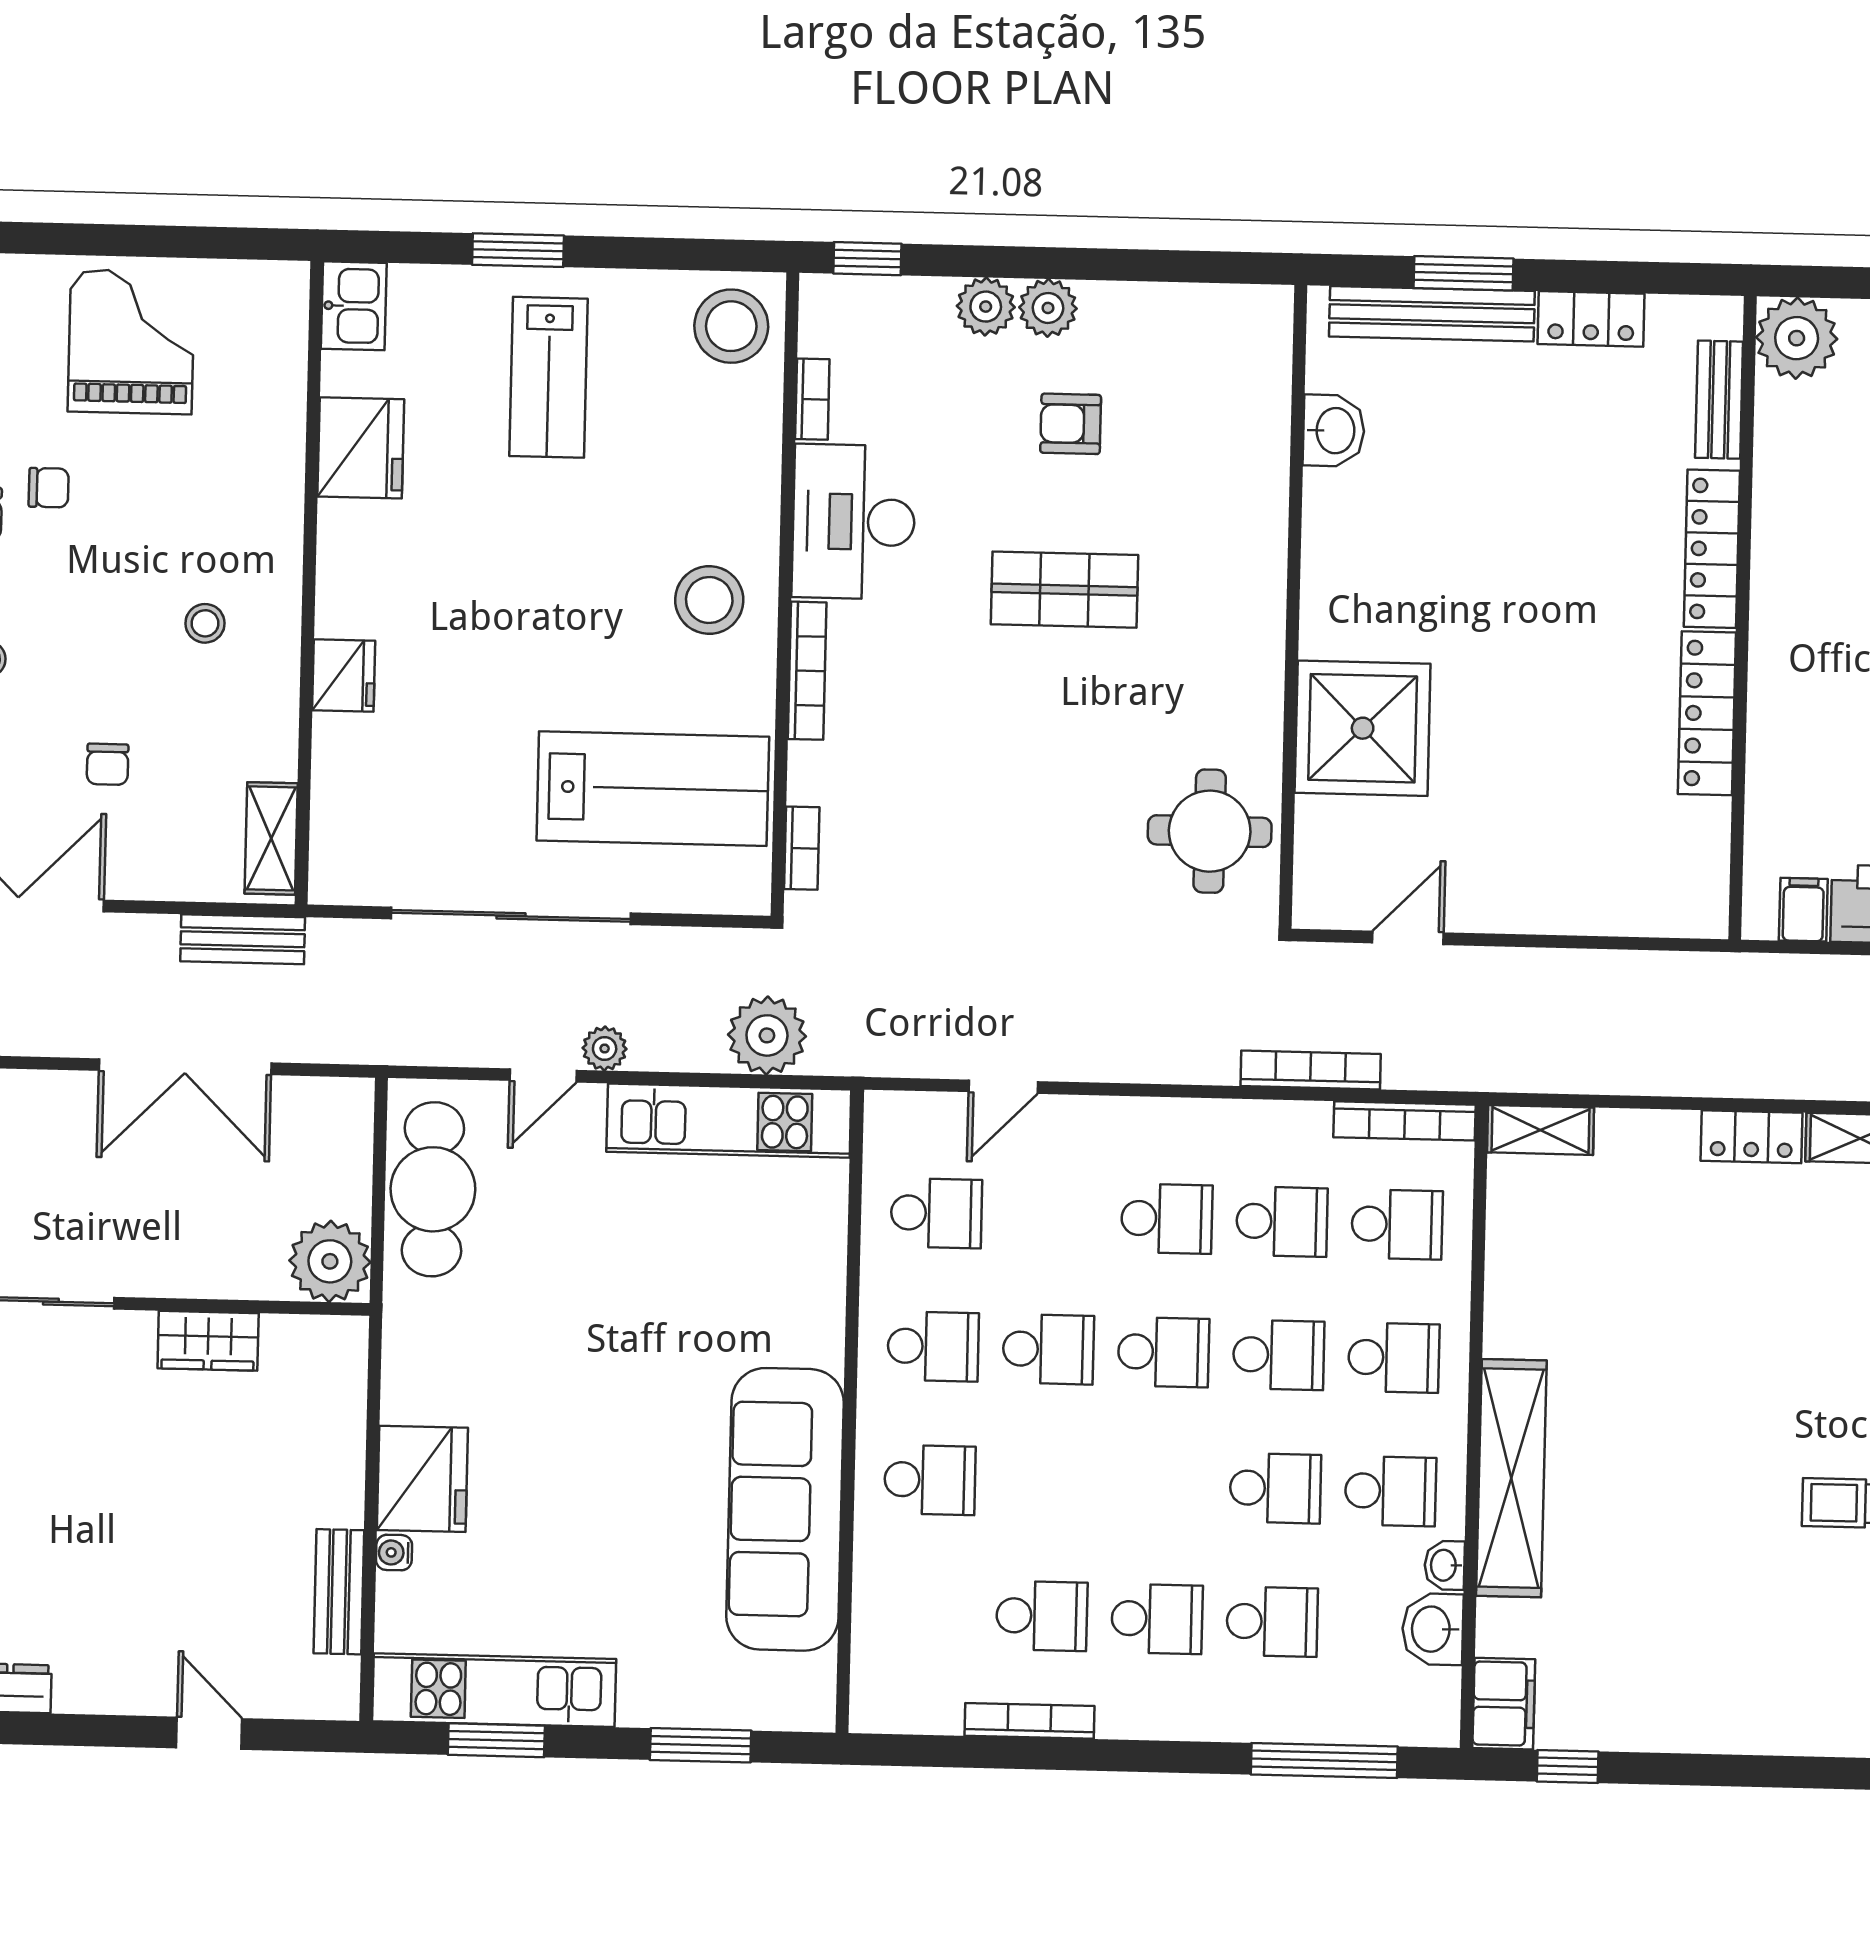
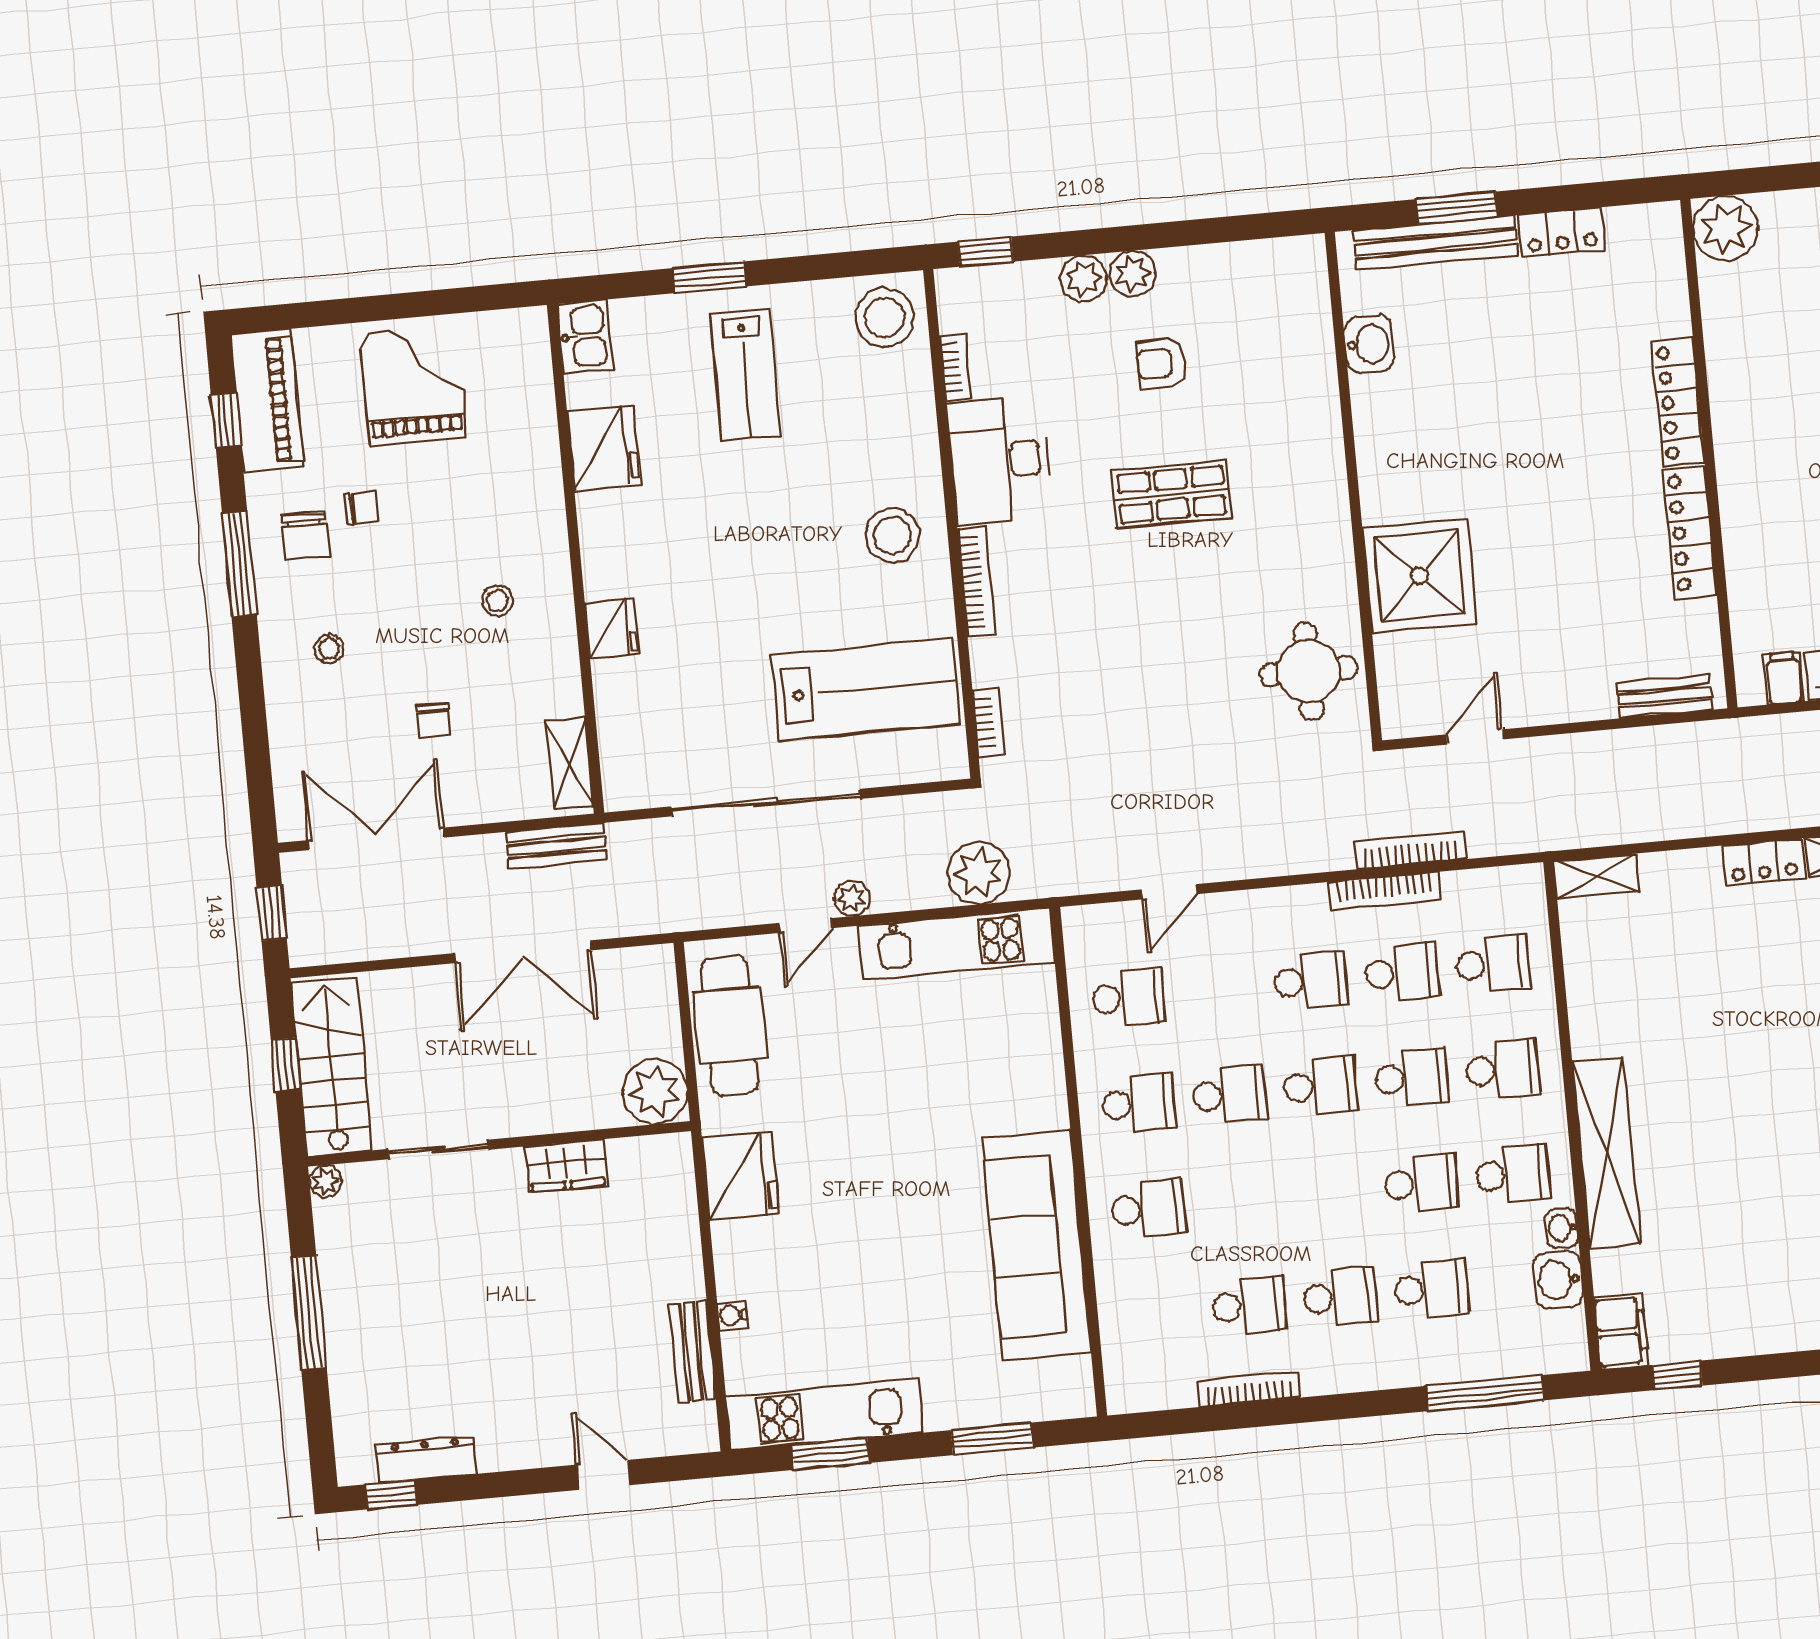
bench: (1719, 400) -> (1665, 696), moved, turned 90
bookcase: (1404, 1121) -> (1384, 891), moved
fridge: (422, 1479) -> (741, 1176), moved

